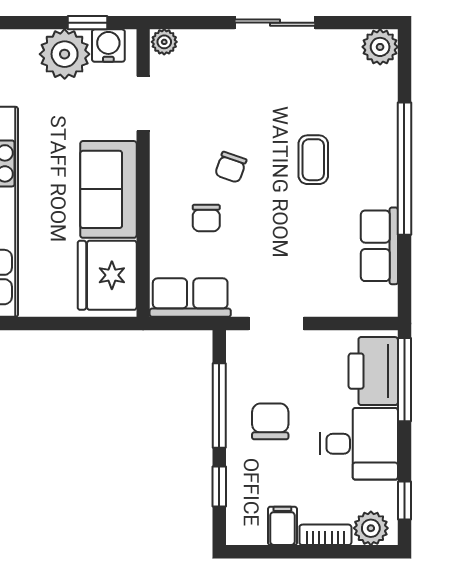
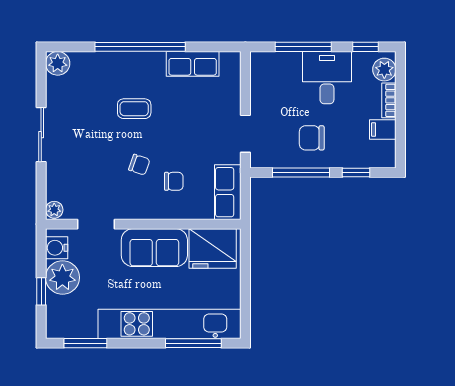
window: (87, 23) -> (41, 291), moved
printer: (373, 371) -> (278, 68), removed
window: (404, 380) -> (303, 47), moved

